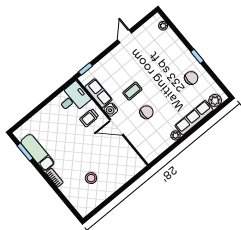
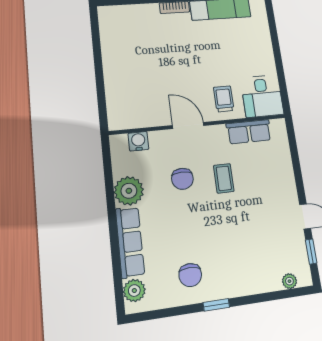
window: (86, 69) -> (311, 251), moved
water cooler: (111, 110) -> (138, 141), moved
door: (116, 127) -> (188, 125), hinge flipped
plant: (176, 135) -> (129, 191), width x1.88, depth x1.88
stool: (91, 178) -> (142, 50), removed

